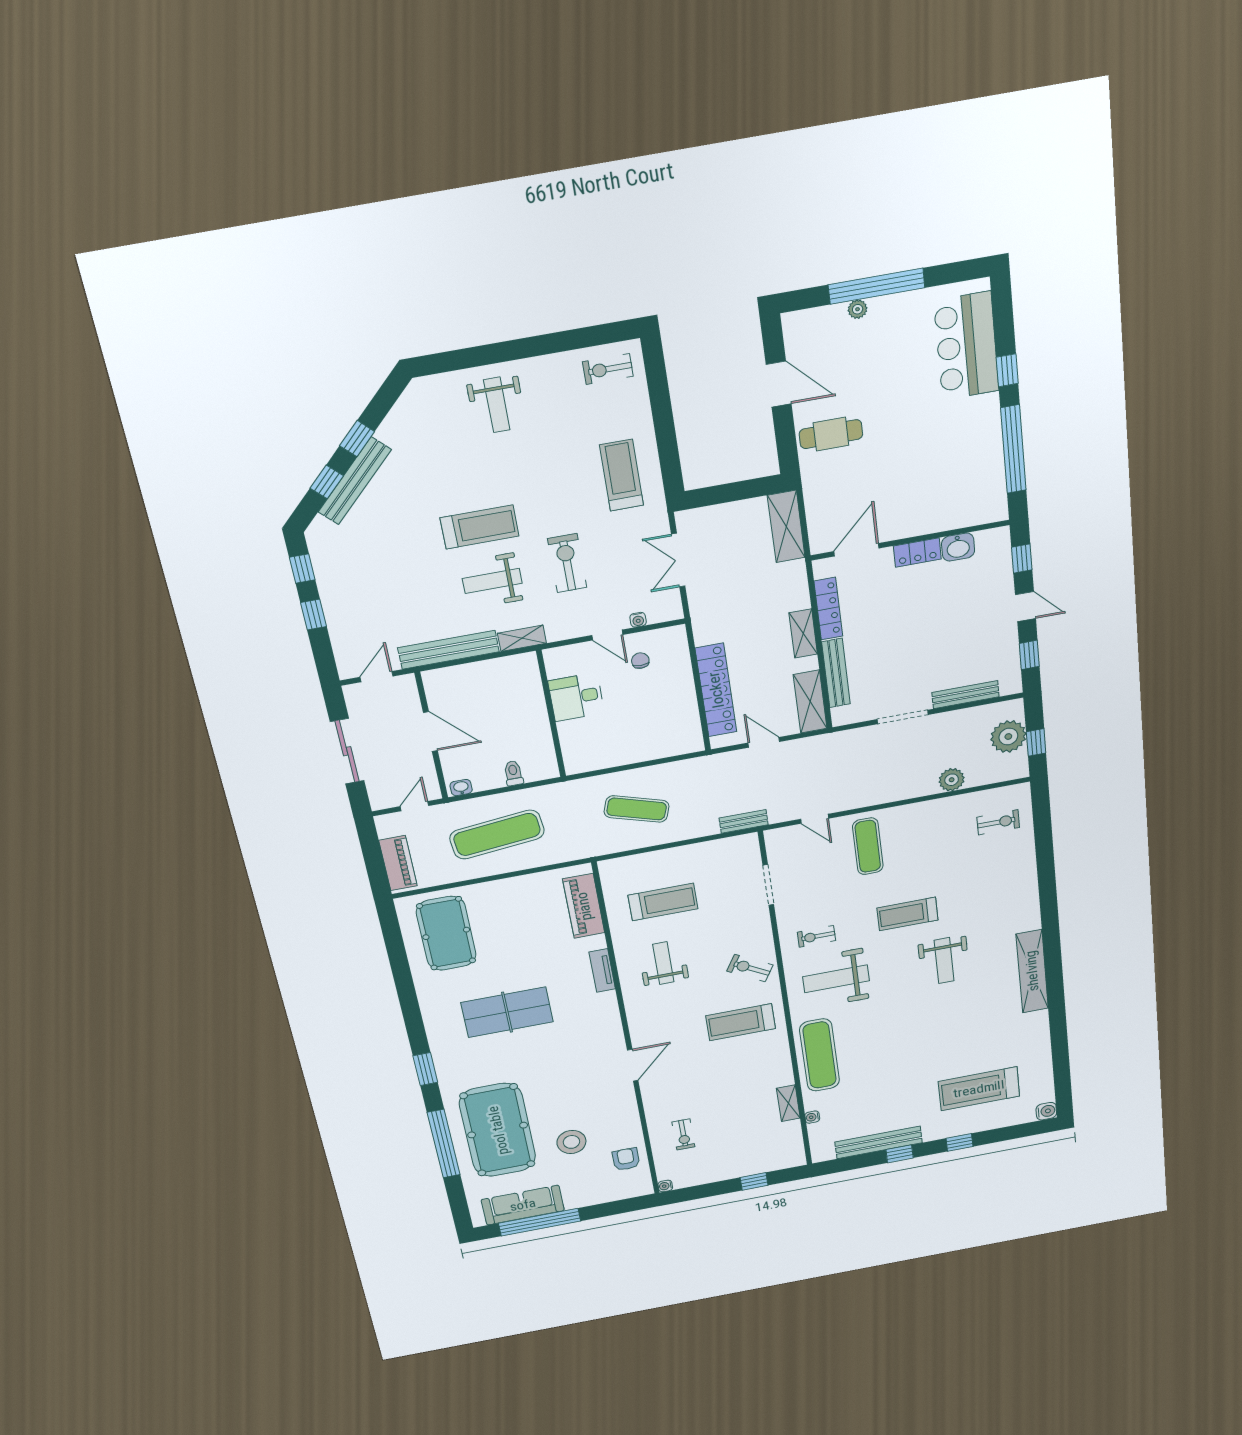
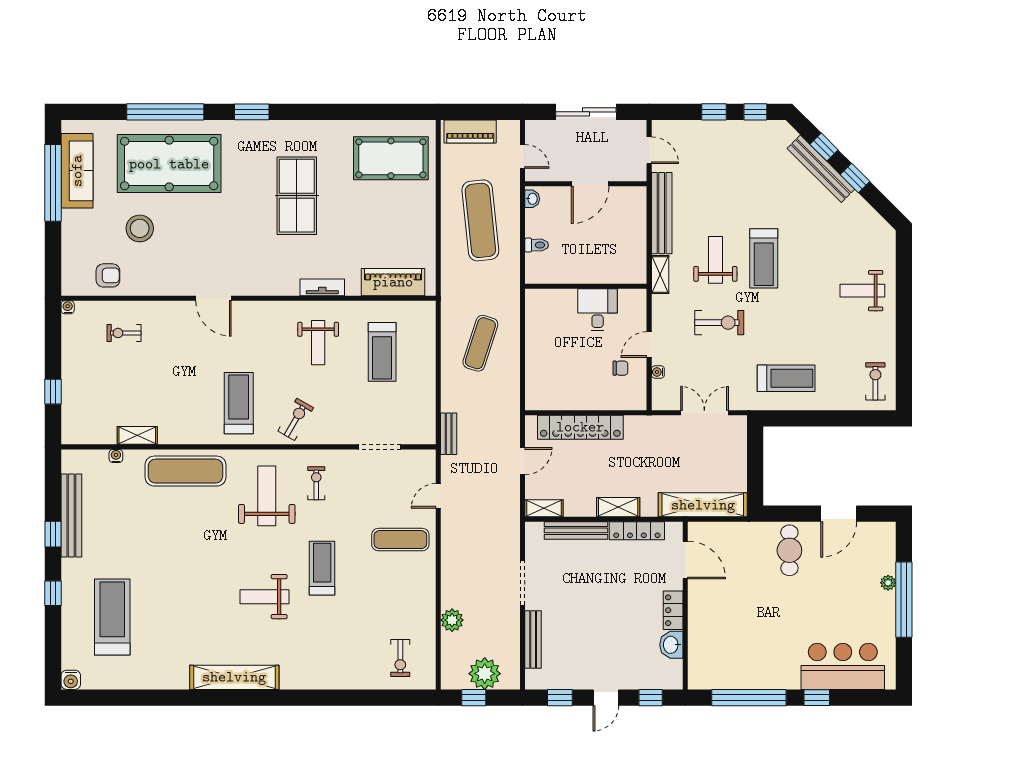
shelving: (786, 527) -> (703, 505), width x1.47
shelving: (810, 702) -> (544, 508), width x0.67, depth x0.75
weight bench: (663, 963) -> (318, 343), turned 90

